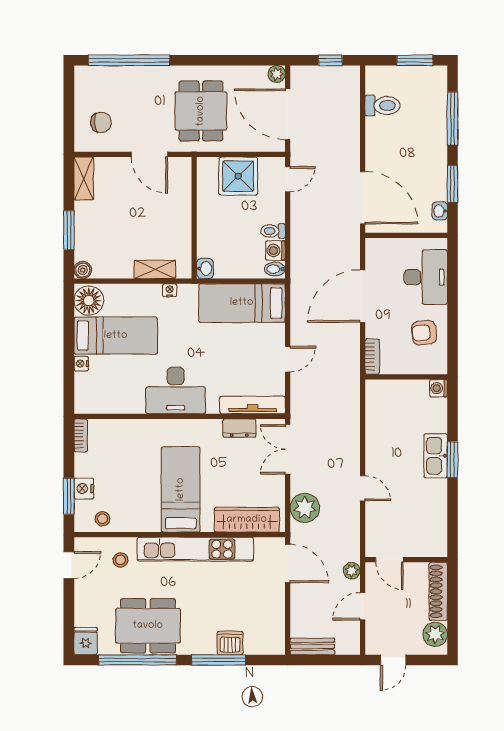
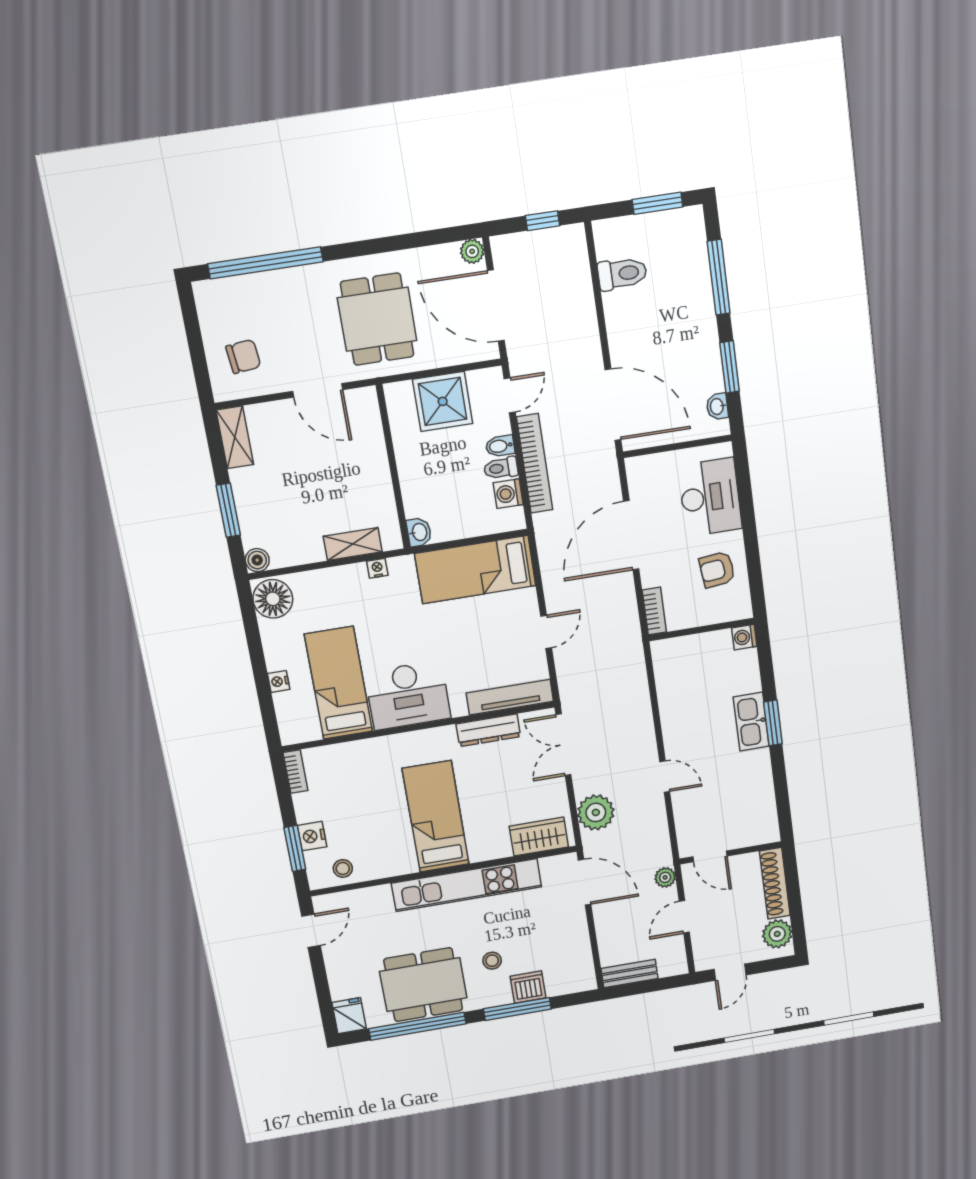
bookcase: (298, 231) -> (535, 463), added
bidet: (275, 269) -> (500, 446), moved
bed: (116, 336) -> (339, 683), moved, turned -90
dresser: (239, 428) -> (488, 730), width x1.44
wardrobe: (247, 520) -> (539, 837), width x0.67
stool: (120, 560) -> (492, 961), moved

